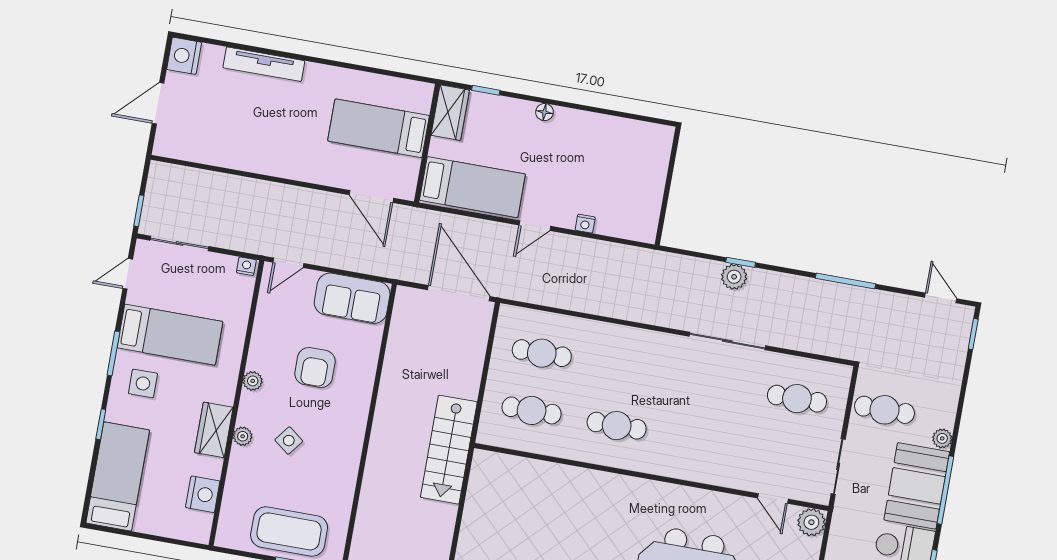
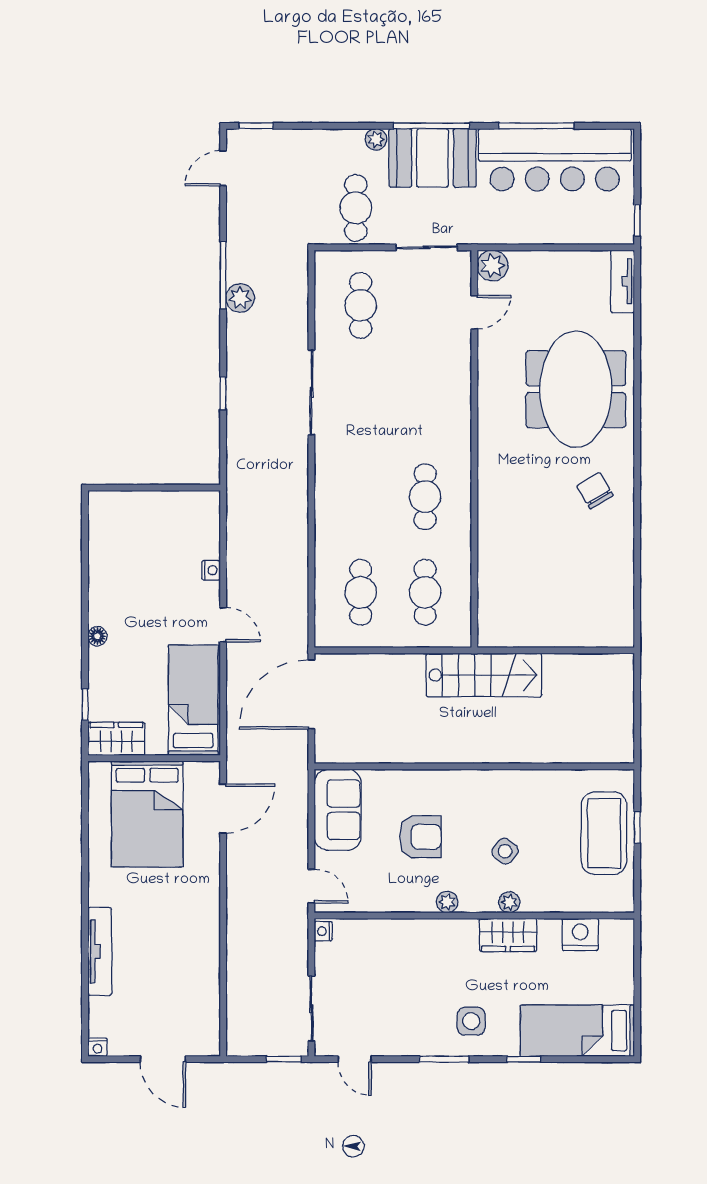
nightstand: (184, 56) -> (97, 1047), width x0.53, depth x0.56
bed: (379, 128) -> (147, 814), width x1.50
plant: (734, 277) -> (240, 298), moved
bed: (170, 335) -> (413, 1001), removed

